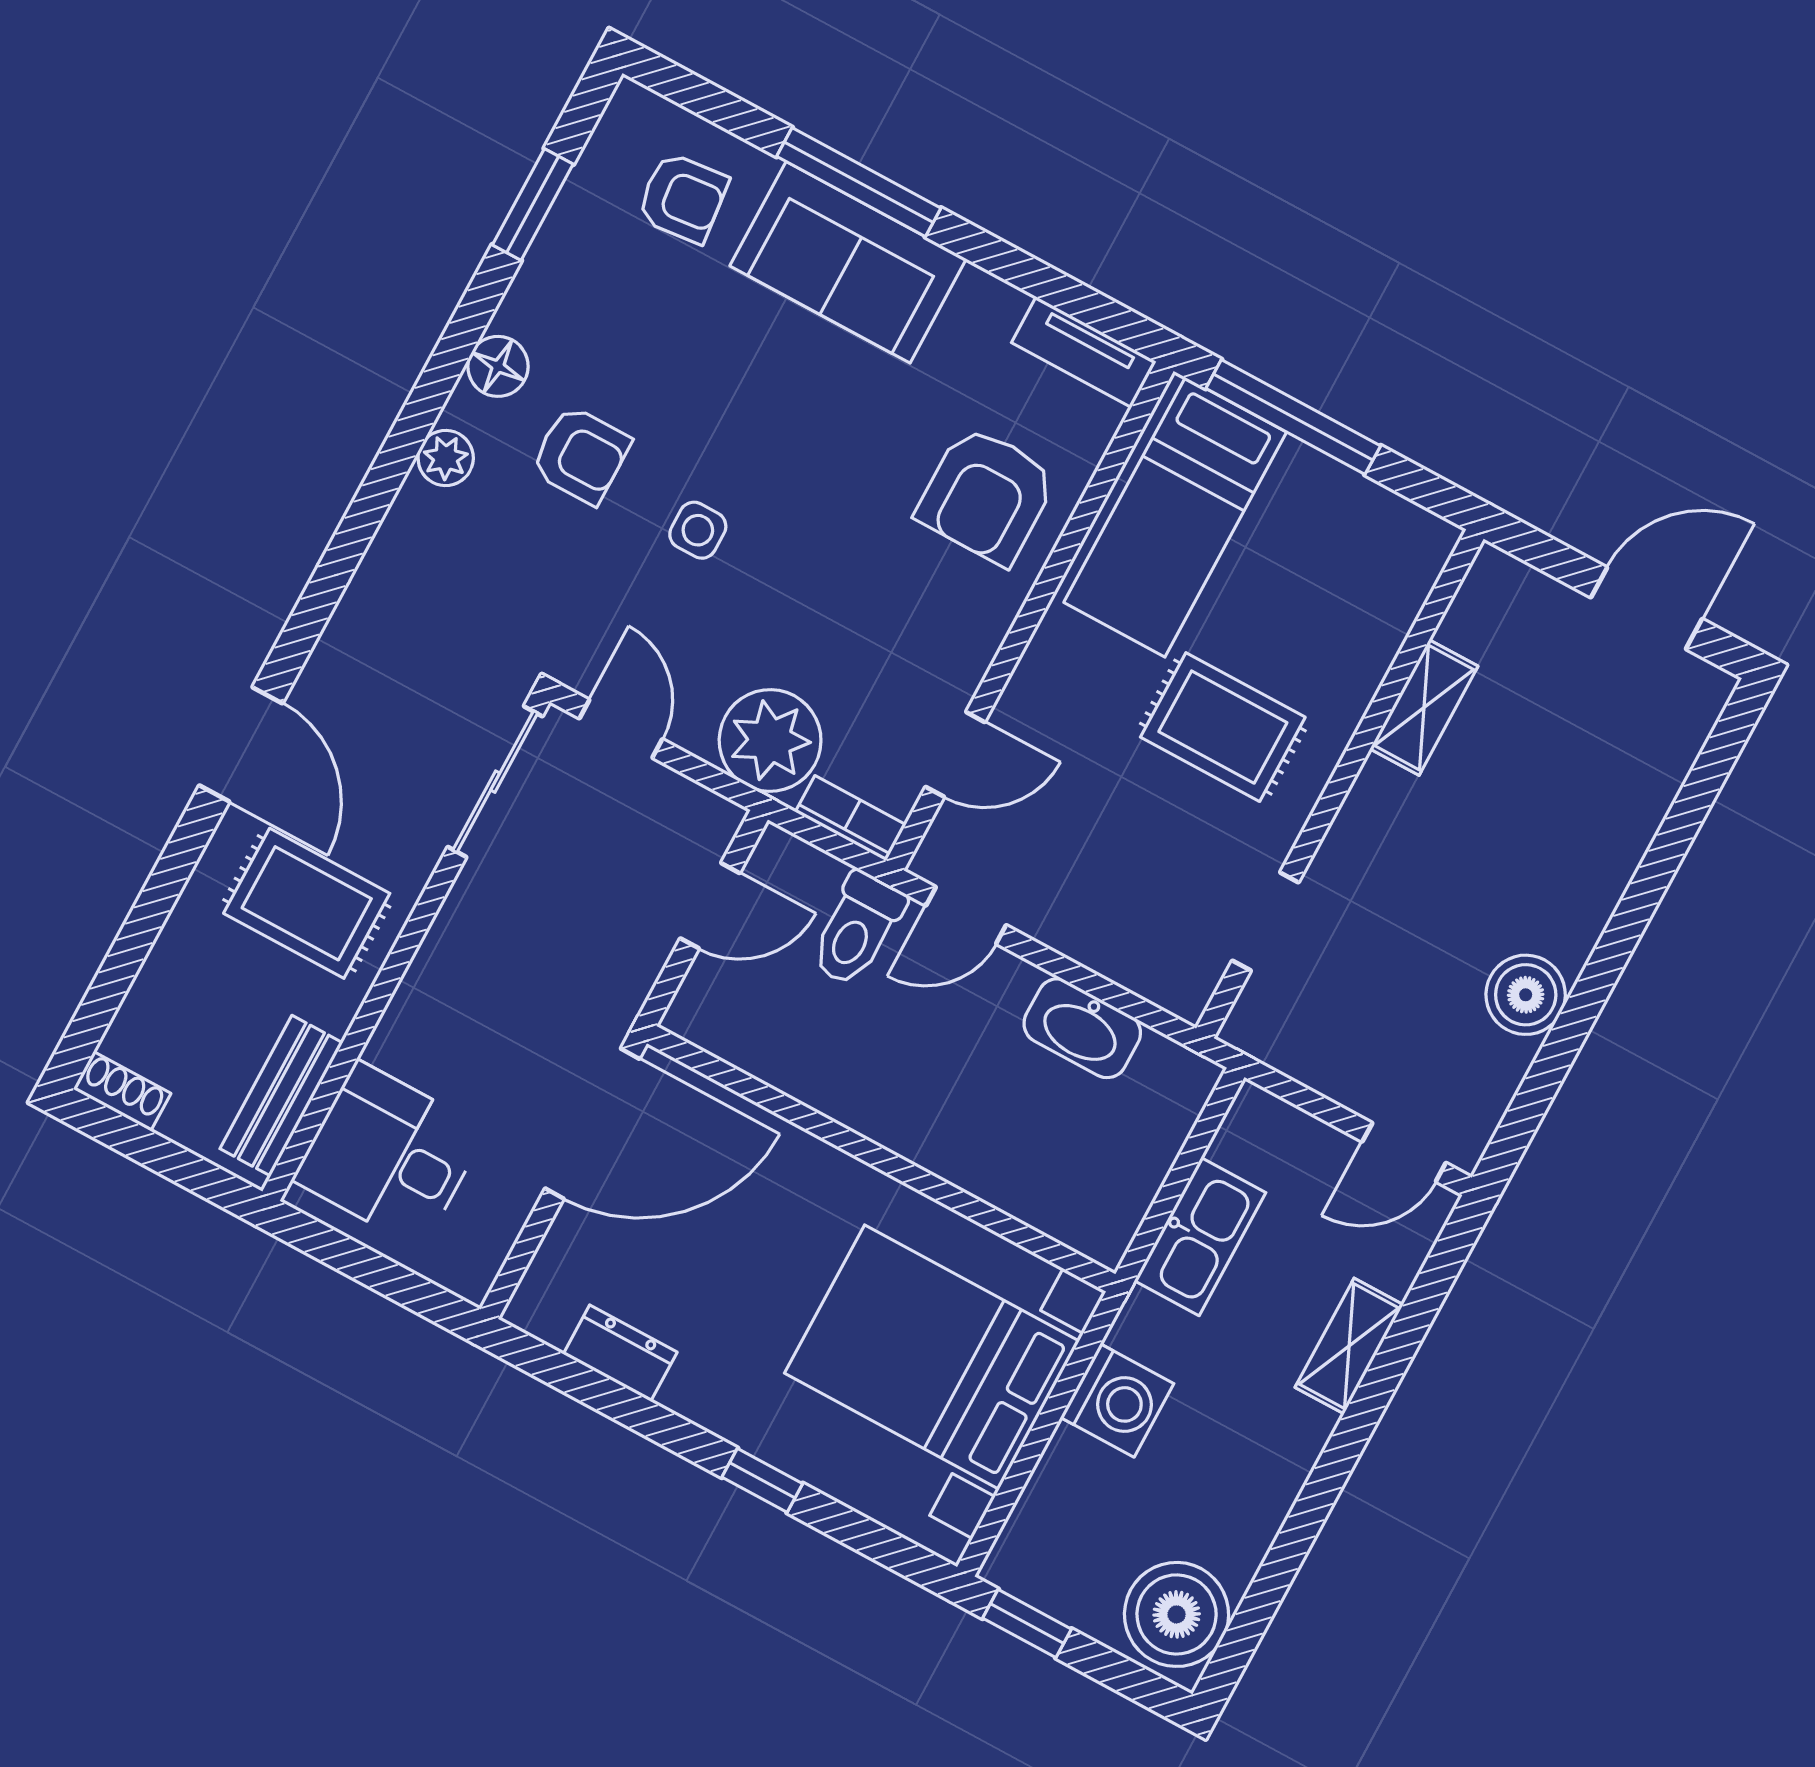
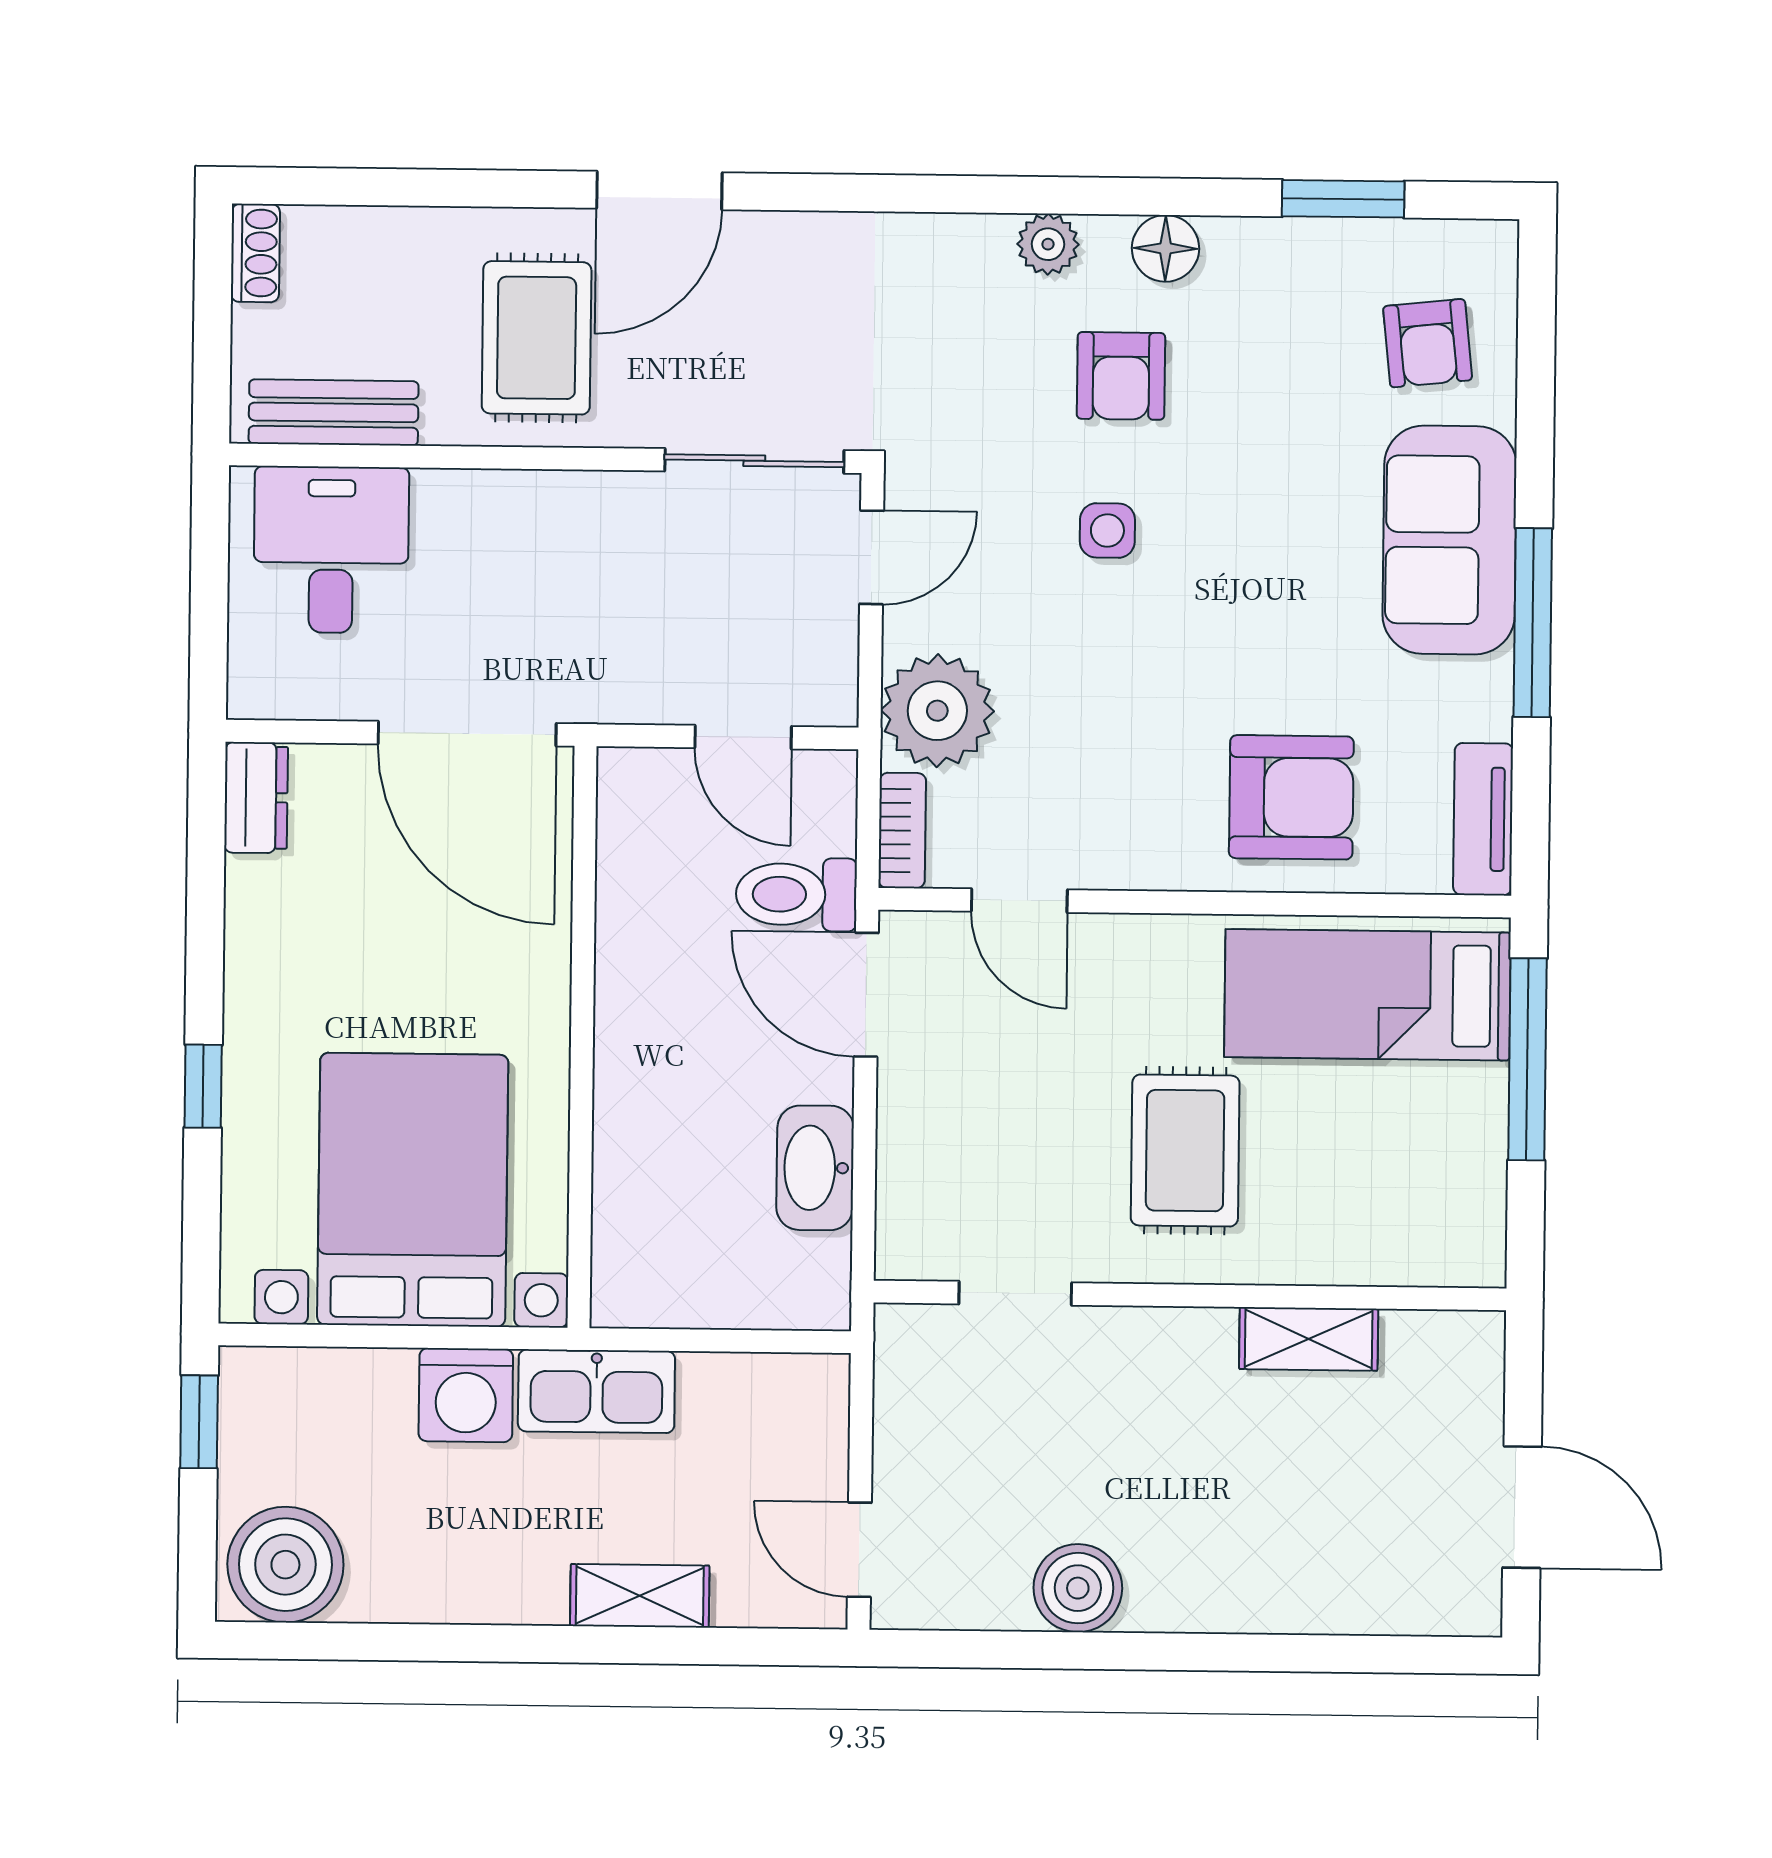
window: (859, 182) -> (1533, 623), moved
armchair: (987, 495) -> (1291, 797), turned 180
door: (966, 915) -> (866, 995), width x1.38
kitchen sink: (1200, 1237) -> (596, 1391), moved
dresser: (620, 1353) -> (256, 798), moved

